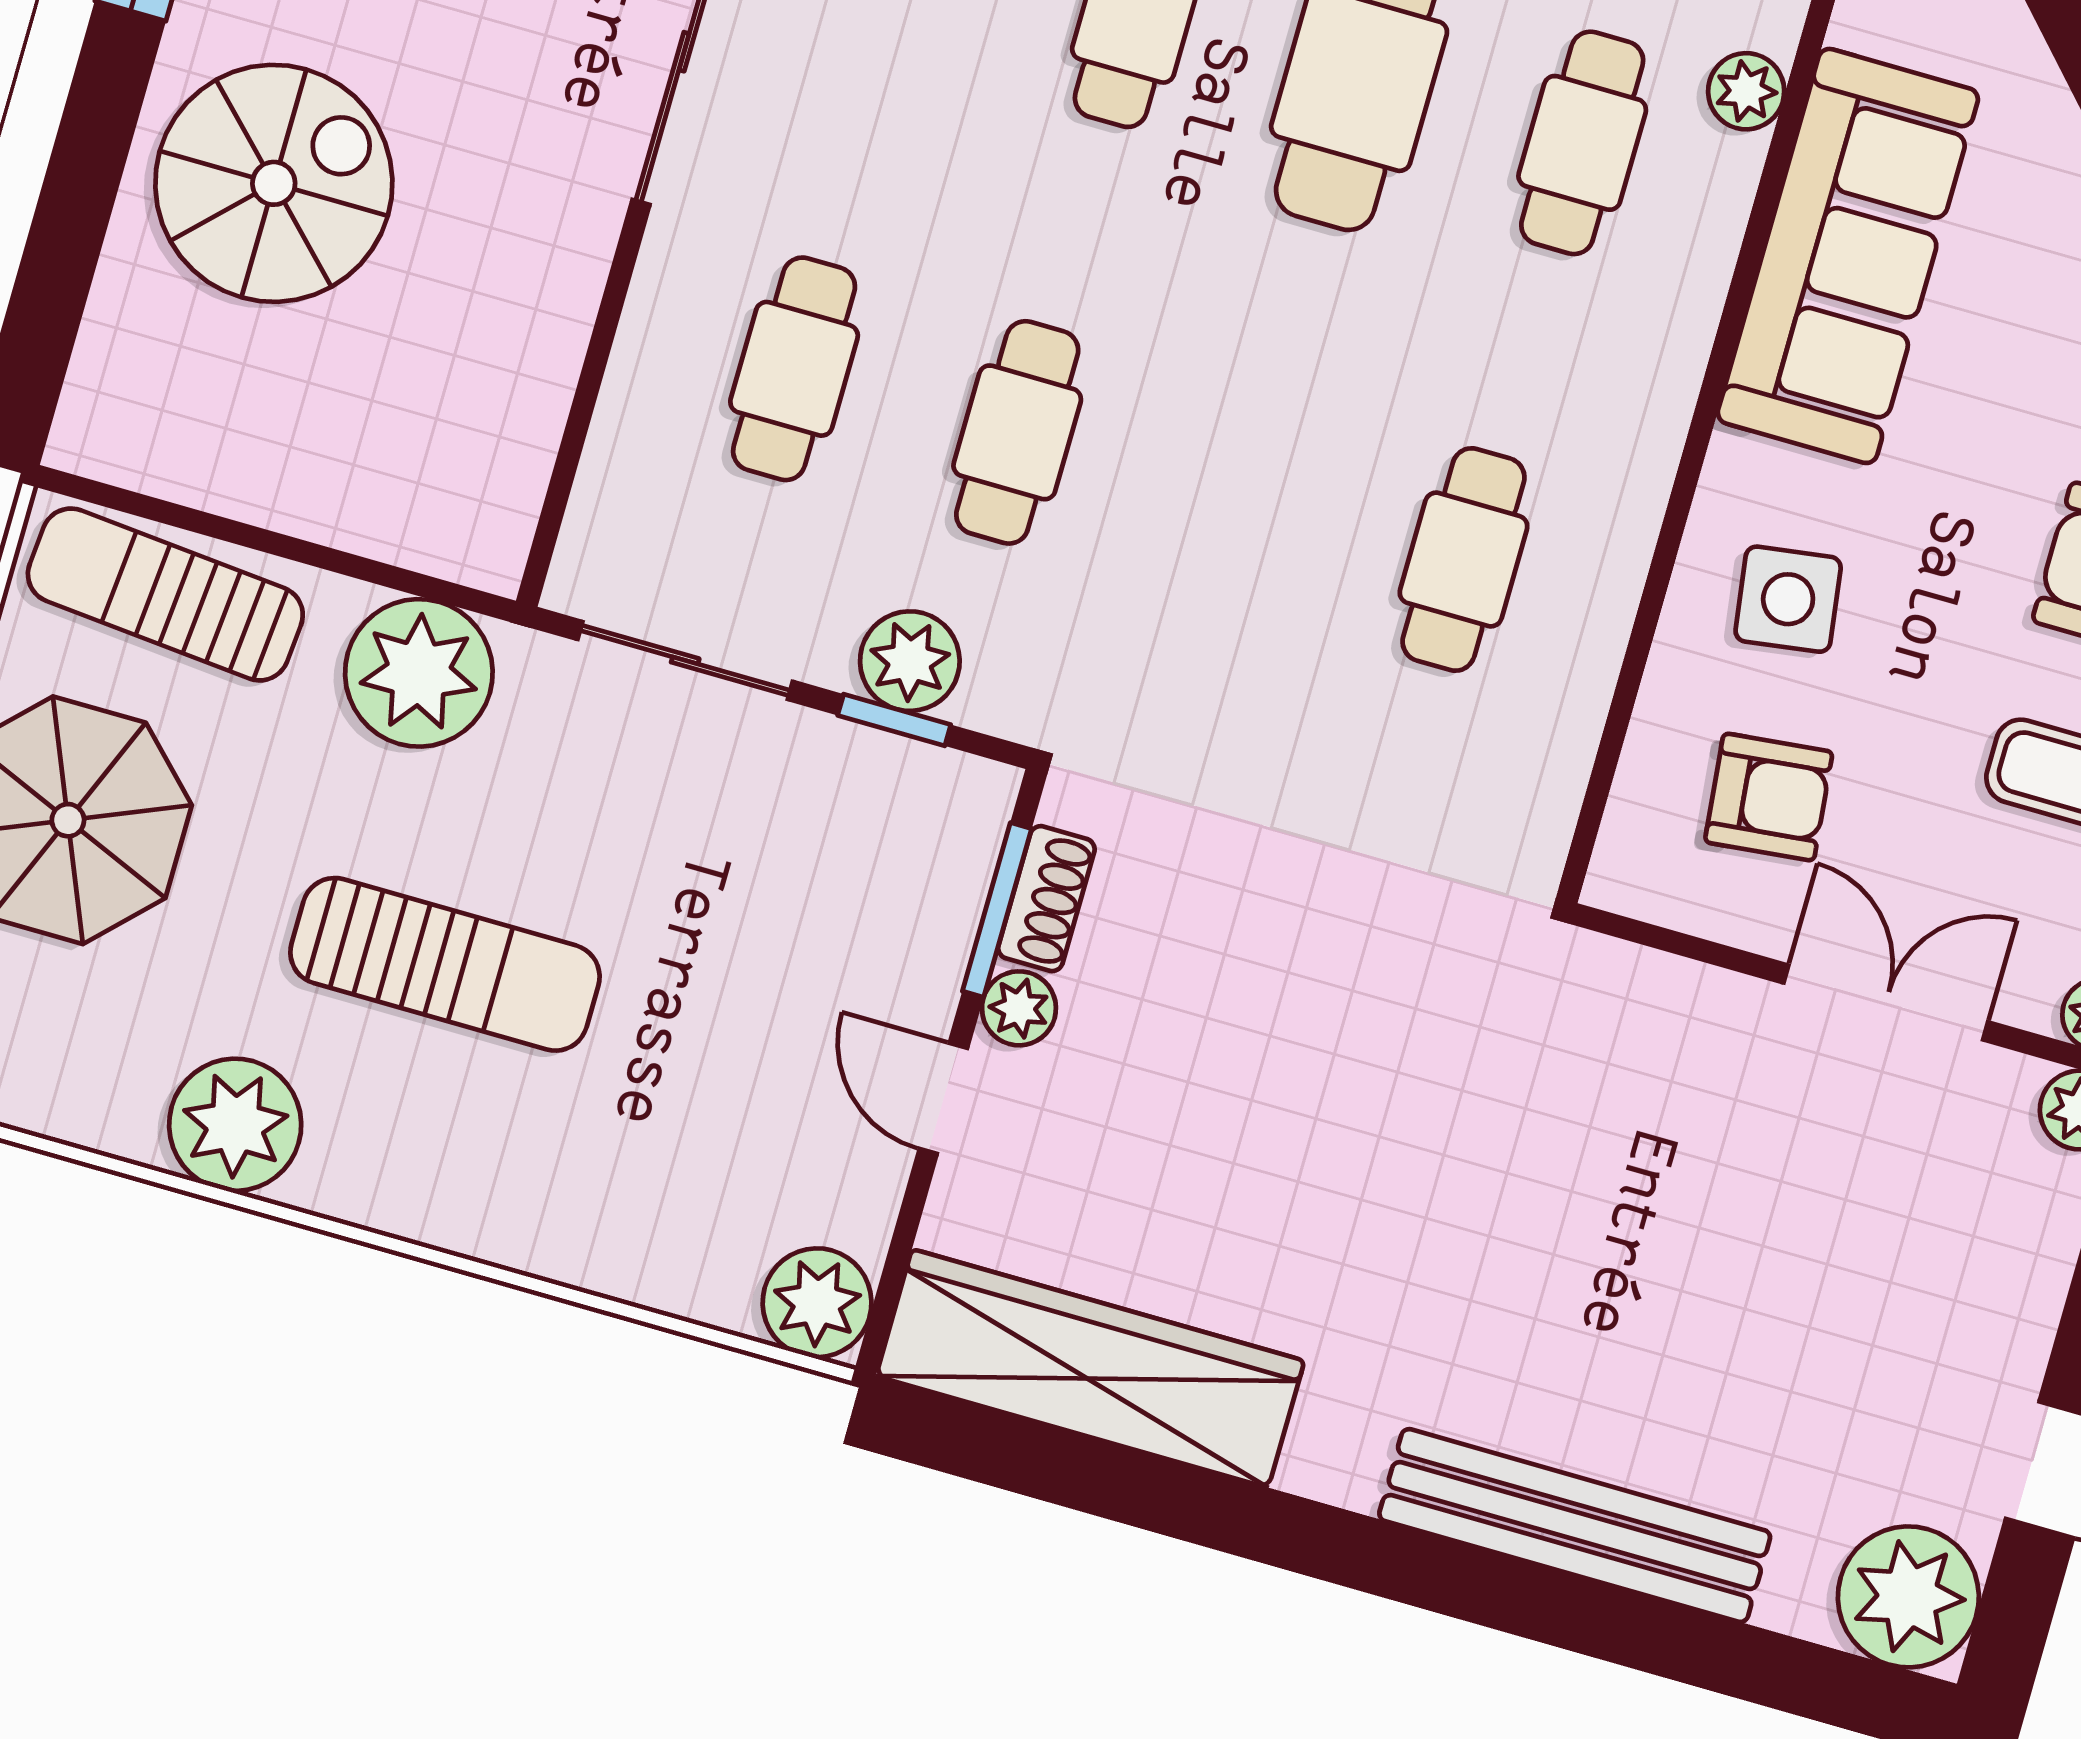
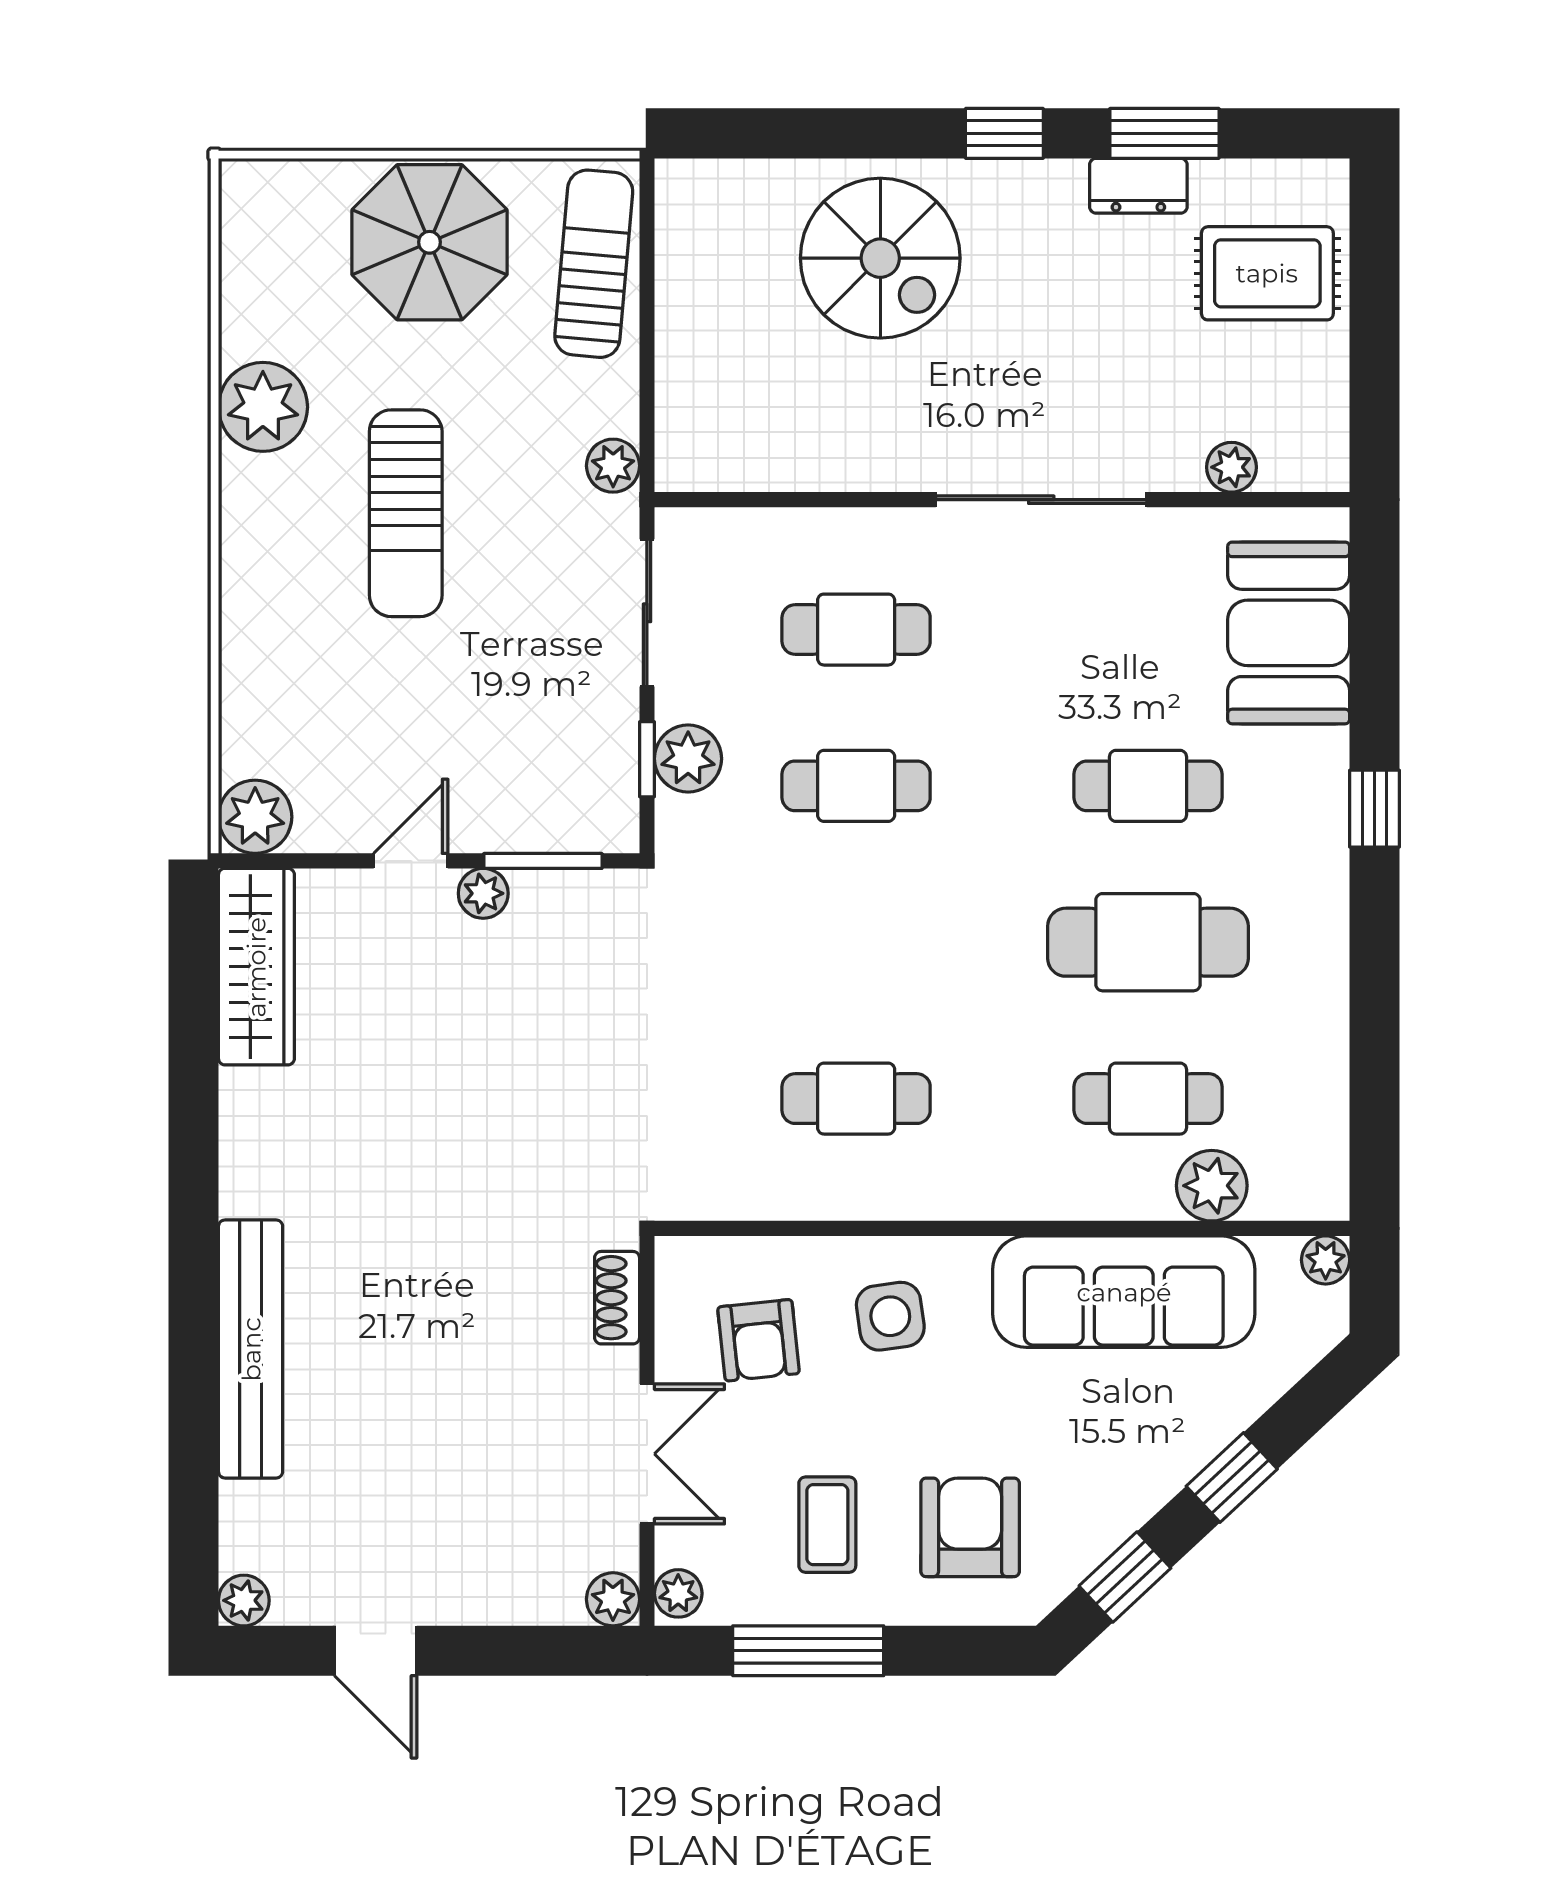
plant: (1746, 91) -> (1212, 1186), width x1.38, depth x1.38
plant: (419, 673) -> (613, 466), width x0.53, depth x0.53
shoe rack: (1046, 899) -> (617, 1298), moved, turned 90
wardrobe: (1090, 1368) -> (256, 967), width x0.71, depth x0.85
plant: (1908, 1597) -> (244, 1600), width x0.53, depth x0.53

